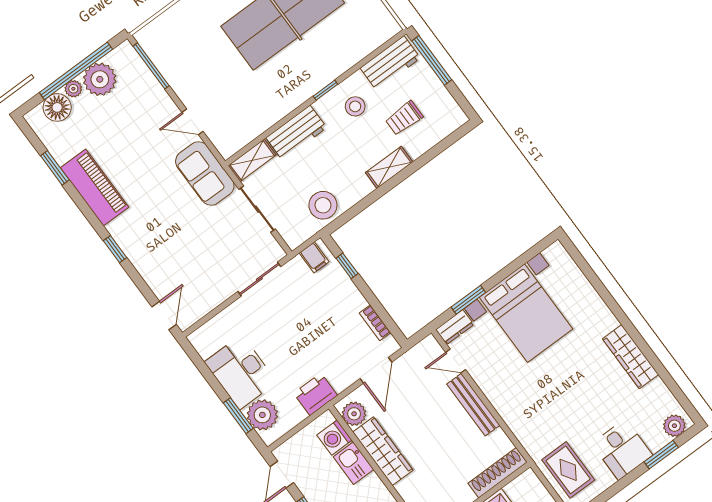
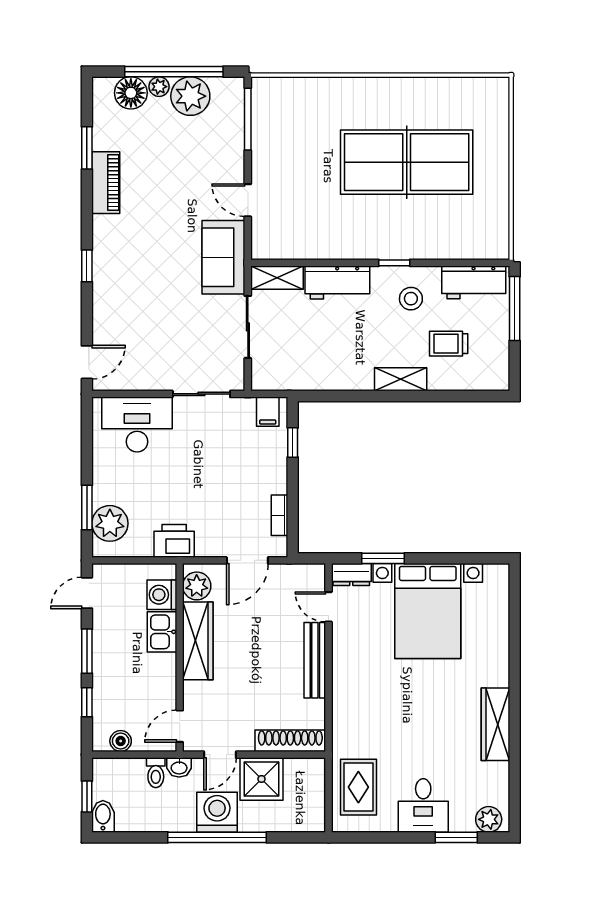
piano: (94, 188) -> (106, 183), width x0.73, depth x0.75
stool: (323, 205) -> (312, 369), removed
desk: (241, 372) -> (137, 425), moved, turned 90

